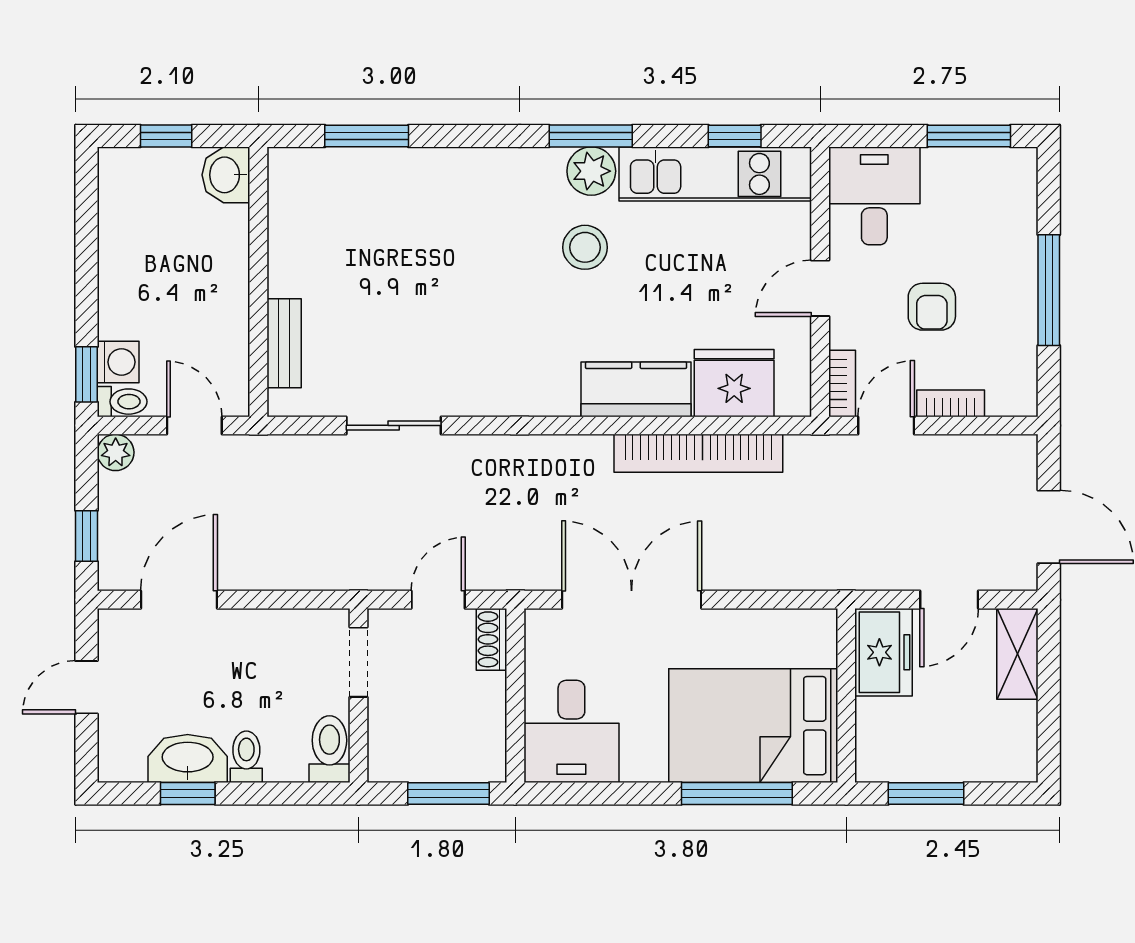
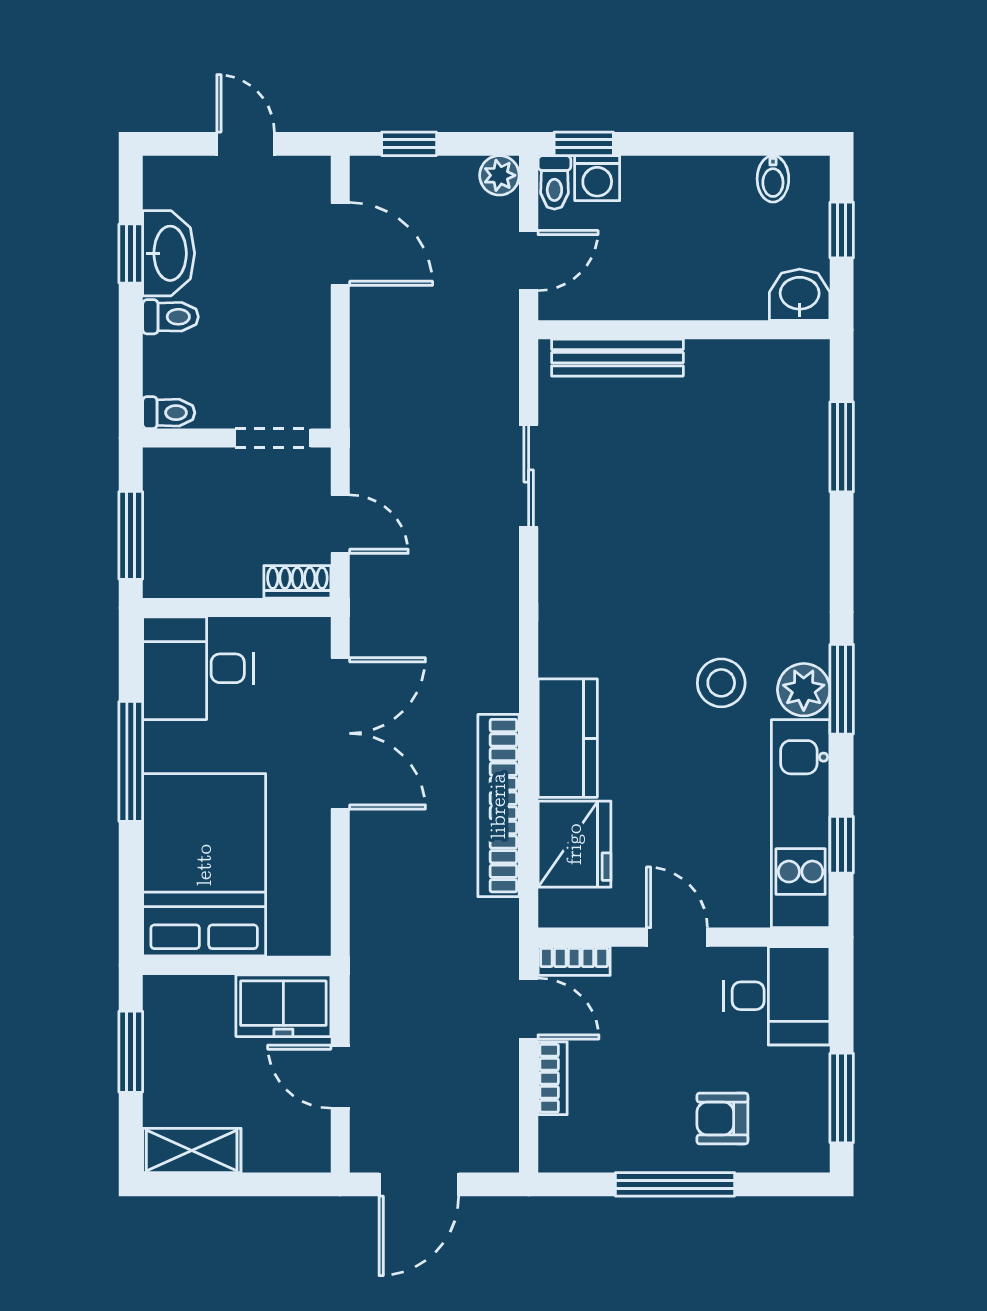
bidet: (119, 199) -> (773, 179), added
armchair: (932, 307) -> (722, 1119), moved
bench: (284, 343) -> (617, 358), width x1.36
shelving: (1017, 654) -> (192, 1150), moved
toilet: (329, 749) -> (169, 413), width x0.73, depth x0.72
window: (737, 793) -> (131, 761), moved

